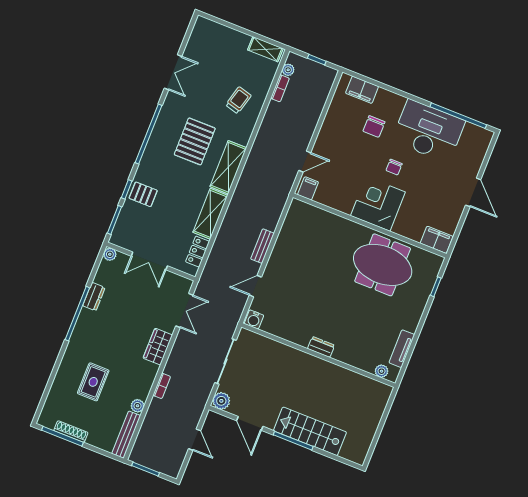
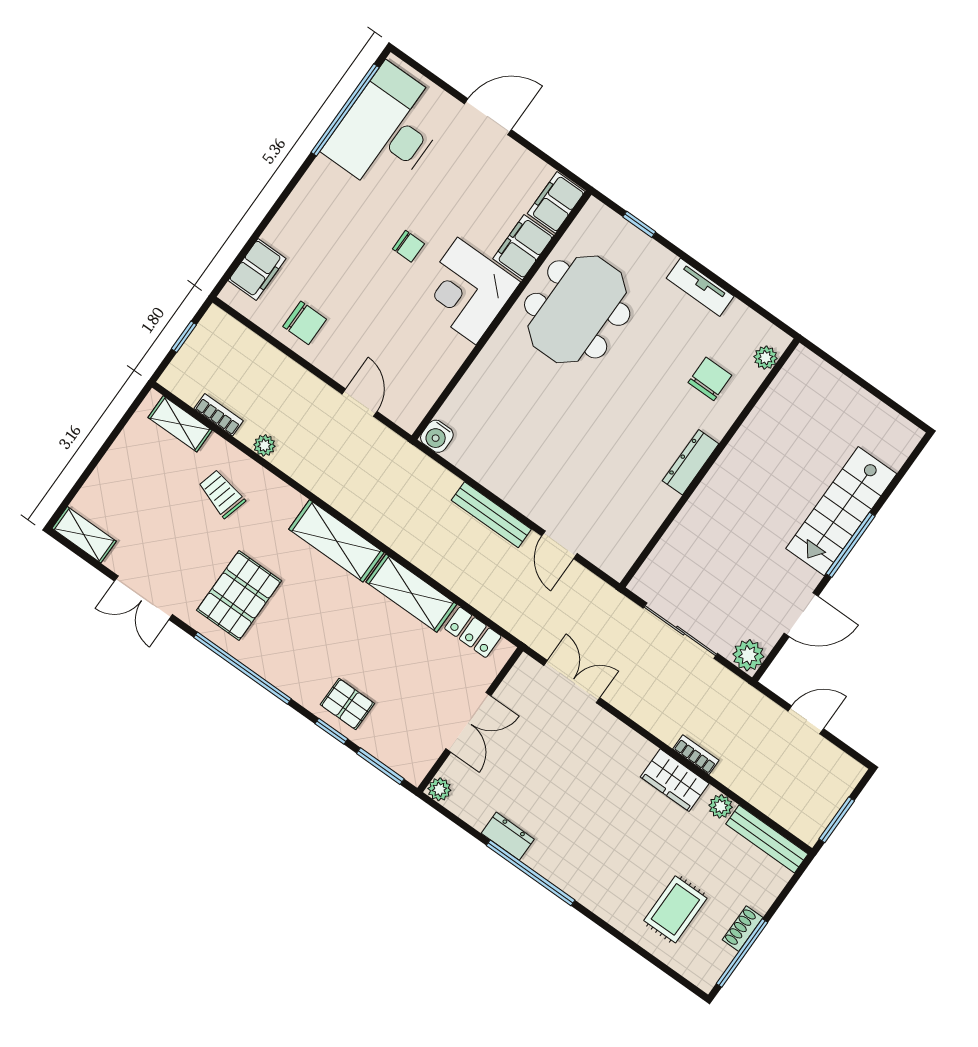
shelving: (199, 33) -> (84, 535), added
shelving: (265, 49) -> (180, 424), moved, turned 90
plant: (288, 70) -> (264, 445), moved
double door: (173, 72) -> (143, 598), swing flipped
chair: (374, 126) -> (305, 323), moved
desk: (429, 131) -> (387, 130), moved
pallet: (195, 141) -> (239, 596), moved, turned 90
filing cabinet: (308, 188) -> (523, 247), moved, width x2.00
pallet: (143, 194) -> (347, 704), turned 90
bench: (262, 246) -> (491, 515), width x1.36
water cooler: (254, 319) -> (437, 436), moved, turned 90
chair: (363, 344) -> (710, 379), added
wardrobe: (158, 347) -> (675, 780), moved
dresser: (321, 347) -> (691, 462), width x1.44
tv unit: (402, 349) -> (700, 287), moved
rug: (93, 382) -> (675, 909), moved, turned 90
shoe rack: (71, 432) -> (743, 929), width x0.70

